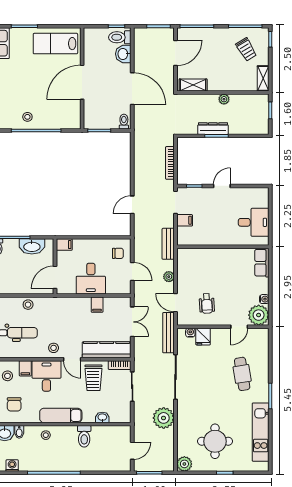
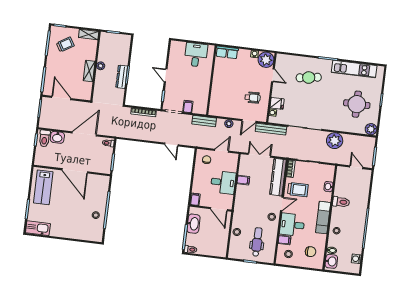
shelving: (193, 85) -> (89, 71), moved

